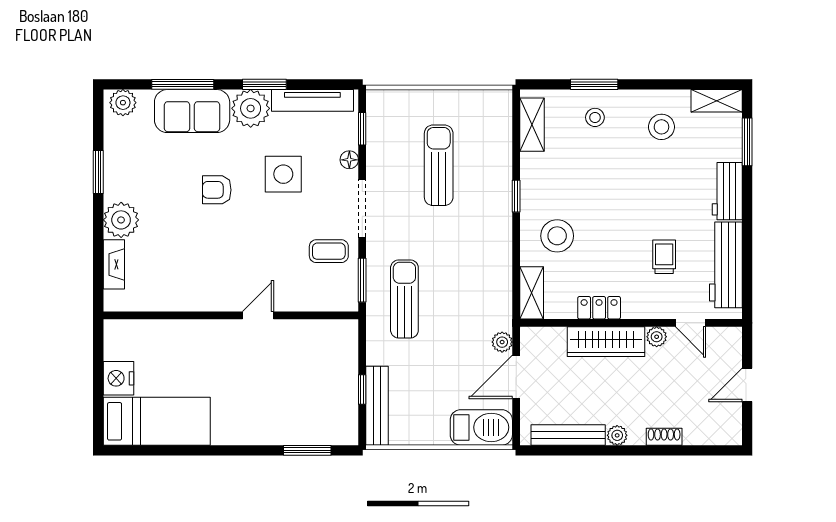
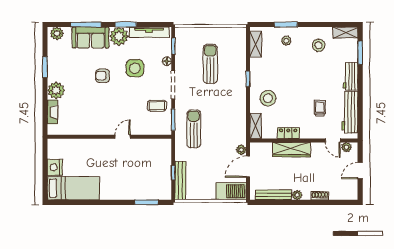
plant: (657, 337) -> (346, 147), moved

